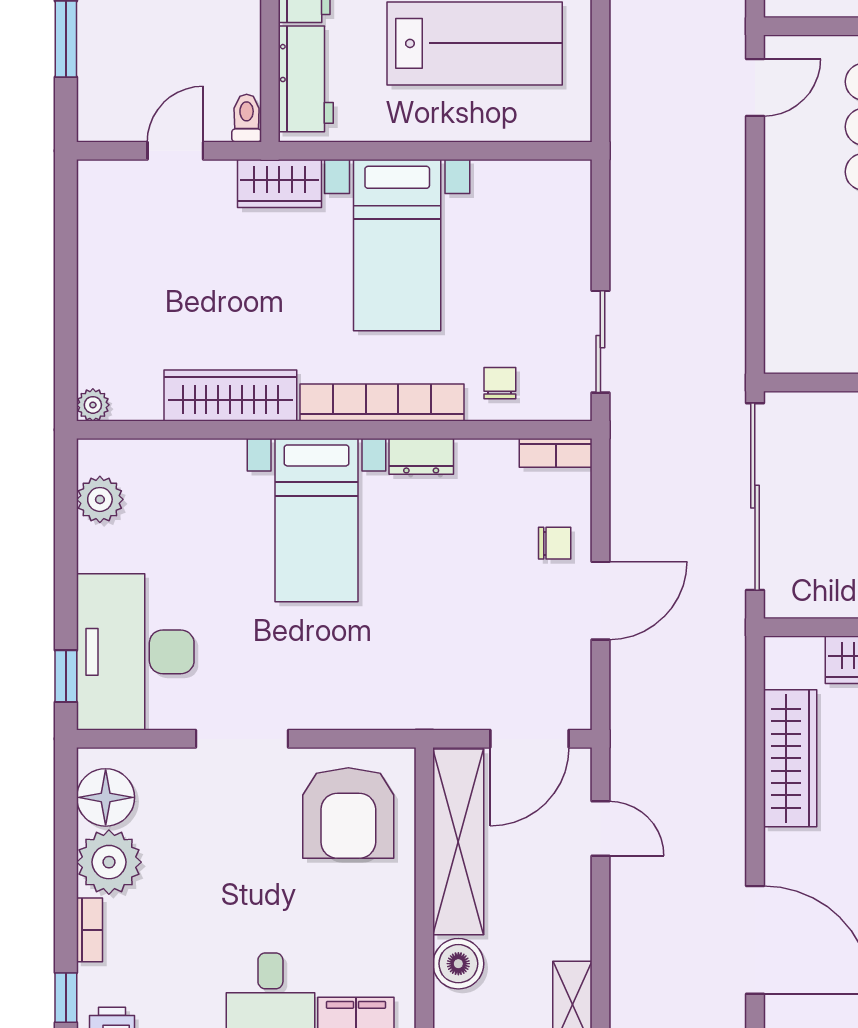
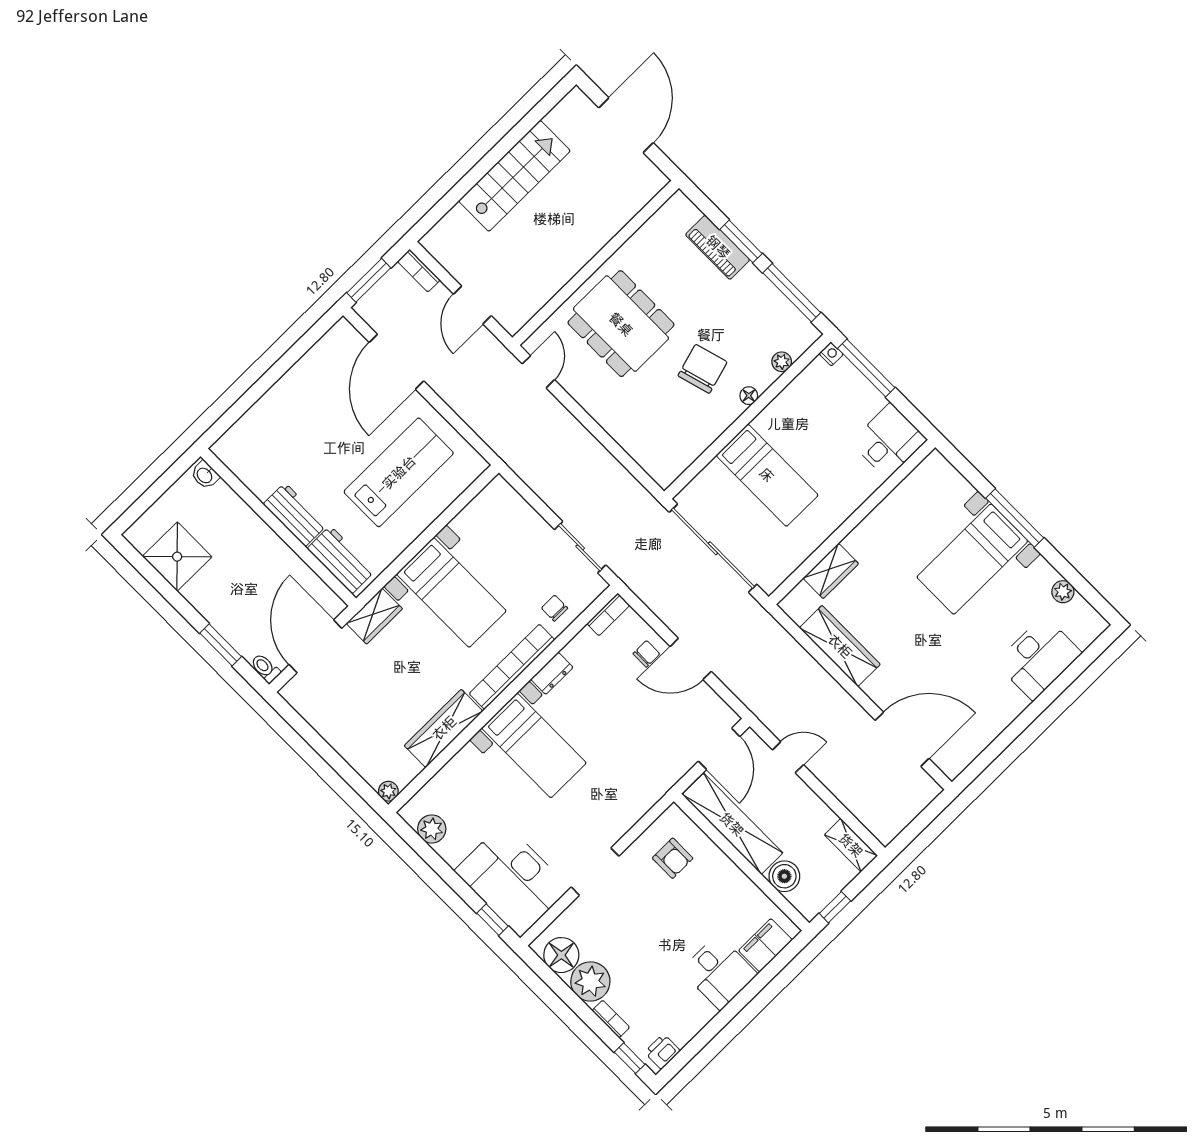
toilet: (247, 118) -> (265, 668), moved
door: (175, 151) -> (315, 646), width x1.88
door: (600, 601) -> (691, 659), swing flipped
armchair: (348, 813) -> (673, 858), width x0.53, depth x0.53

